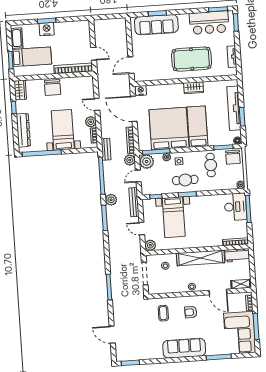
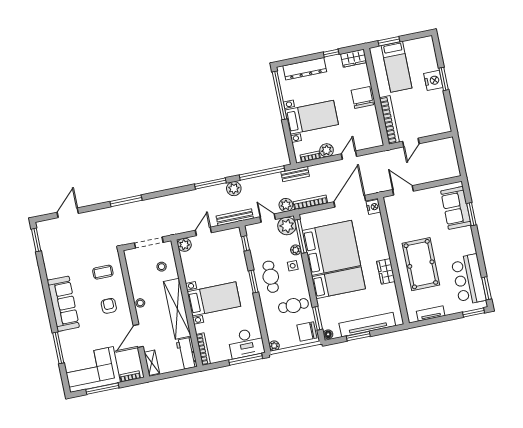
sofa: (156, 25) -> (456, 208), width x0.73
cot: (17, 38) -> (417, 45), removed
chair: (53, 87) -> (362, 98), turned 90
bed with nightstands: (174, 217) -> (214, 299), moved, turned 180

